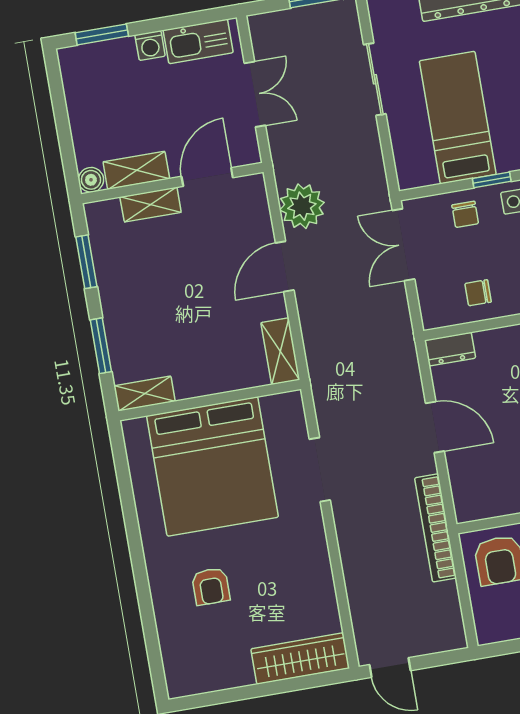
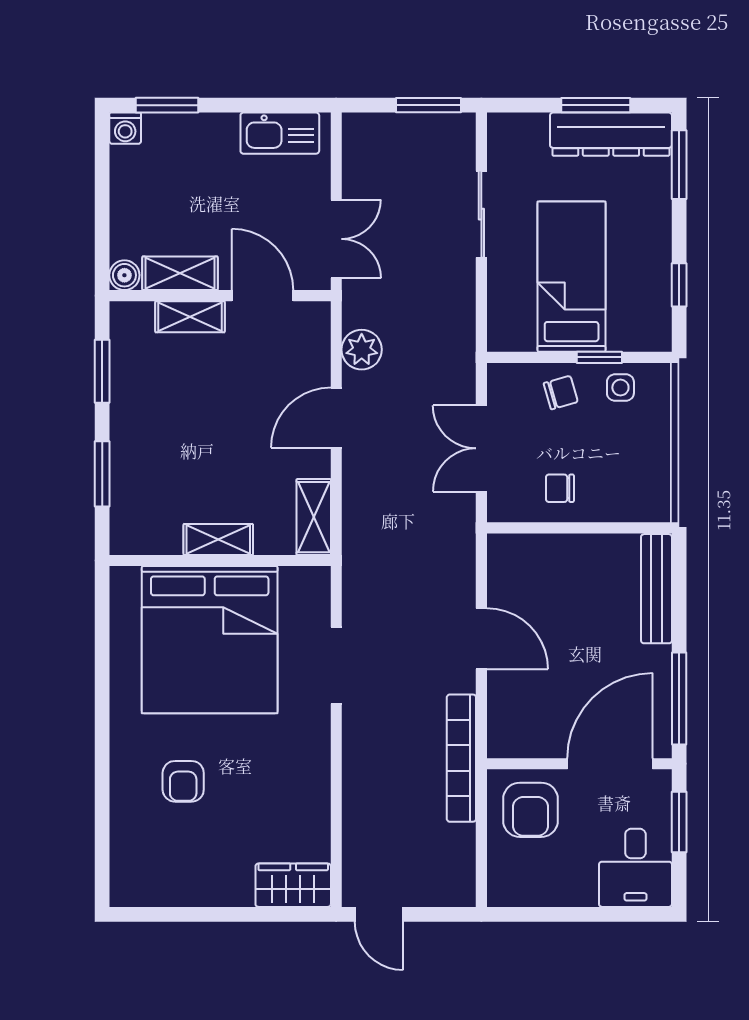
washing machine: (150, 45) -> (125, 128), moved
double door: (255, 94) -> (336, 239), moved
door: (207, 177) -> (263, 296), hinge flipped
plant: (302, 206) -> (362, 350), width x0.73, depth x0.73
chair: (465, 214) -> (561, 393), turned -106
double door: (403, 245) -> (481, 448), moved
dresser: (450, 349) -> (515, 549), removed
shelving: (145, 394) -> (218, 539), moved
wardrobe: (300, 659) -> (293, 885), width x0.67

